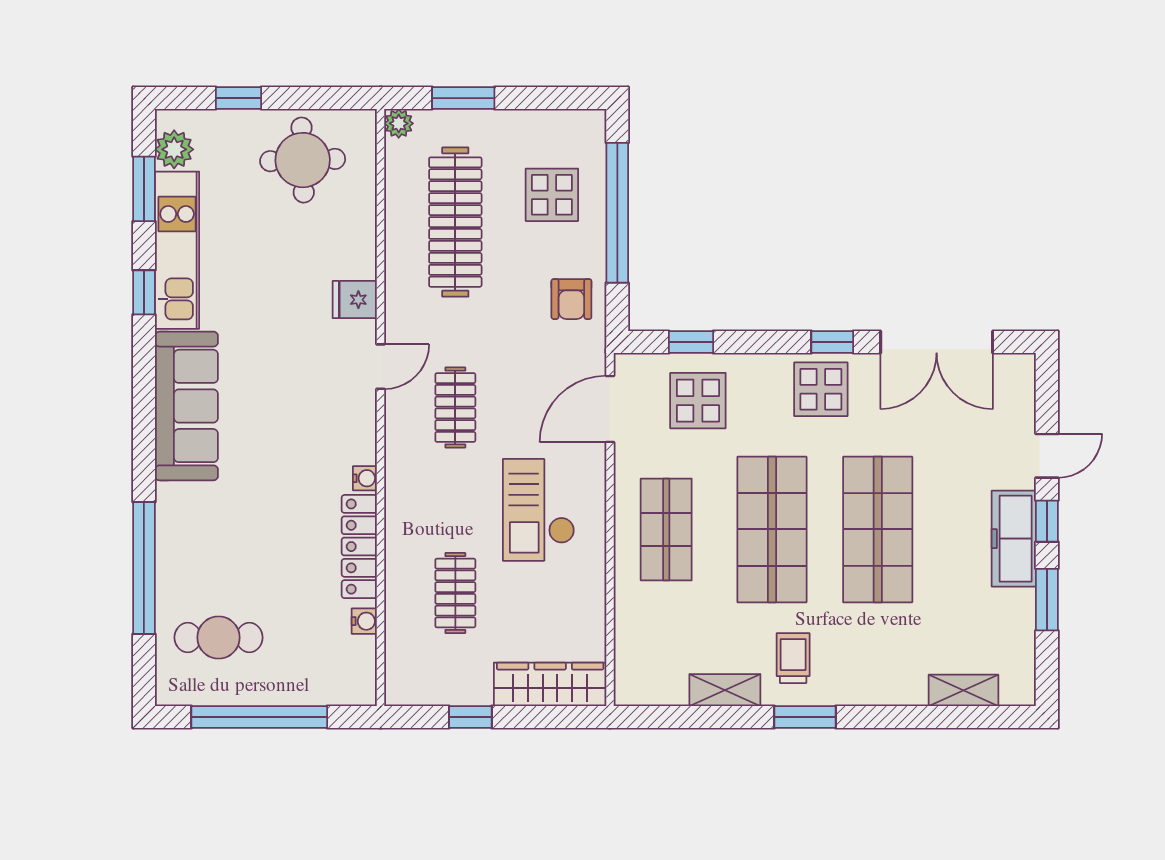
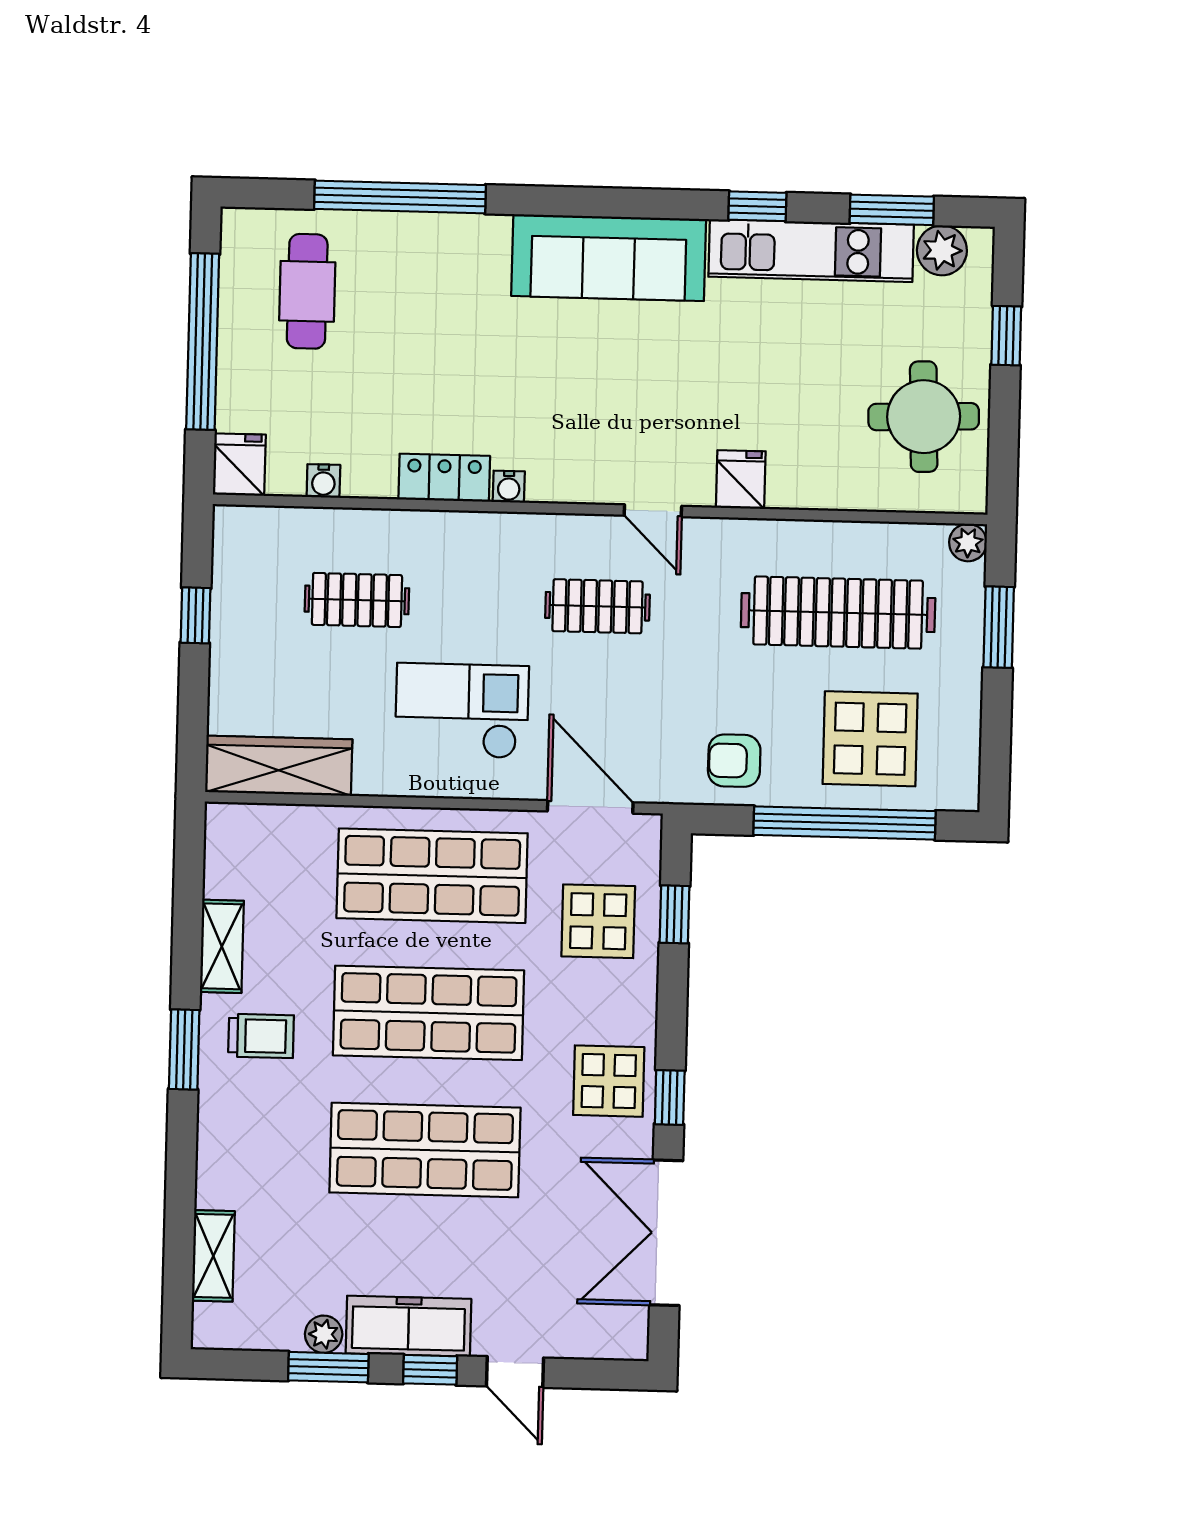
display table: (552, 195) -> (870, 739), width x1.36, depth x1.36
shop shelf: (666, 529) -> (432, 876), width x1.43, depth x1.36
locker: (359, 547) -> (444, 478), width x0.66
plant: (1022, 604) -> (324, 1334), added
wardrobe: (550, 684) -> (279, 766), moved, turned -90
fridge: (353, 686) -> (239, 465), added

